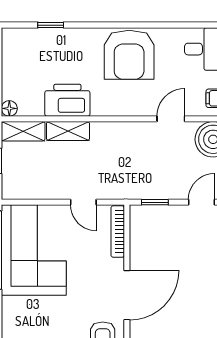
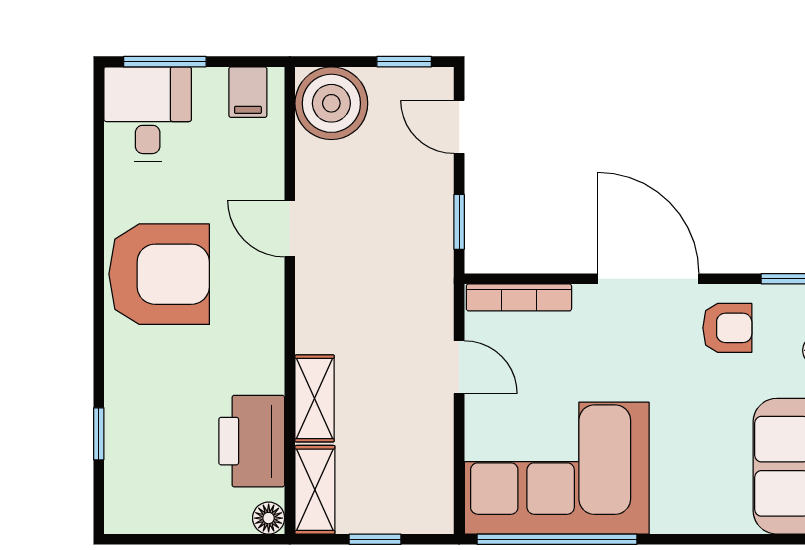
printer: (67, 100) -> (252, 441), moved
door: (171, 119) -> (290, 229), moved
door: (83, 202) -> (459, 367), hinge flipped

